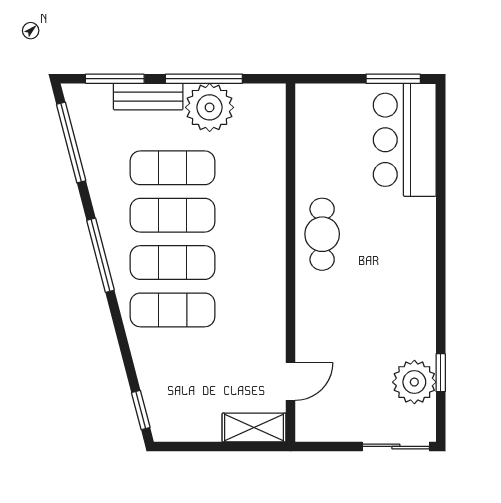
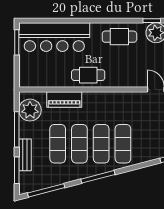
plant: (210, 107) -> (30, 110), moved
bar counter: (405, 140) -> (54, 37), width x1.36
piano: (269, 182) -> (64, 99), added
cafe table: (406, 302) -> (119, 37), added

